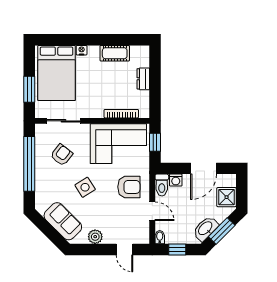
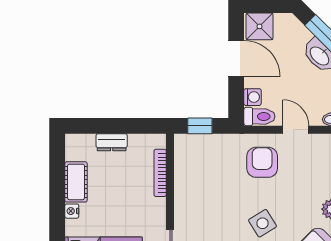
nightstand: (82, 50) -> (72, 211), moved
corner sofa: (118, 144) -> (202, 177), removed
shower: (227, 197) -> (260, 26), moved
door: (152, 211) -> (296, 130), hinge flipped

